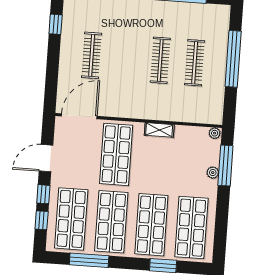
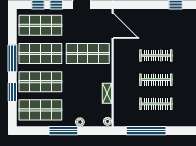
clothes rail: (92, 55) -> (156, 56), moved
window: (233, 59) -> (146, 131), moved
shelving: (159, 130) -> (107, 93), moved
window: (225, 166) -> (63, 131), moved
window: (89, 260) -> (12, 58), moved

